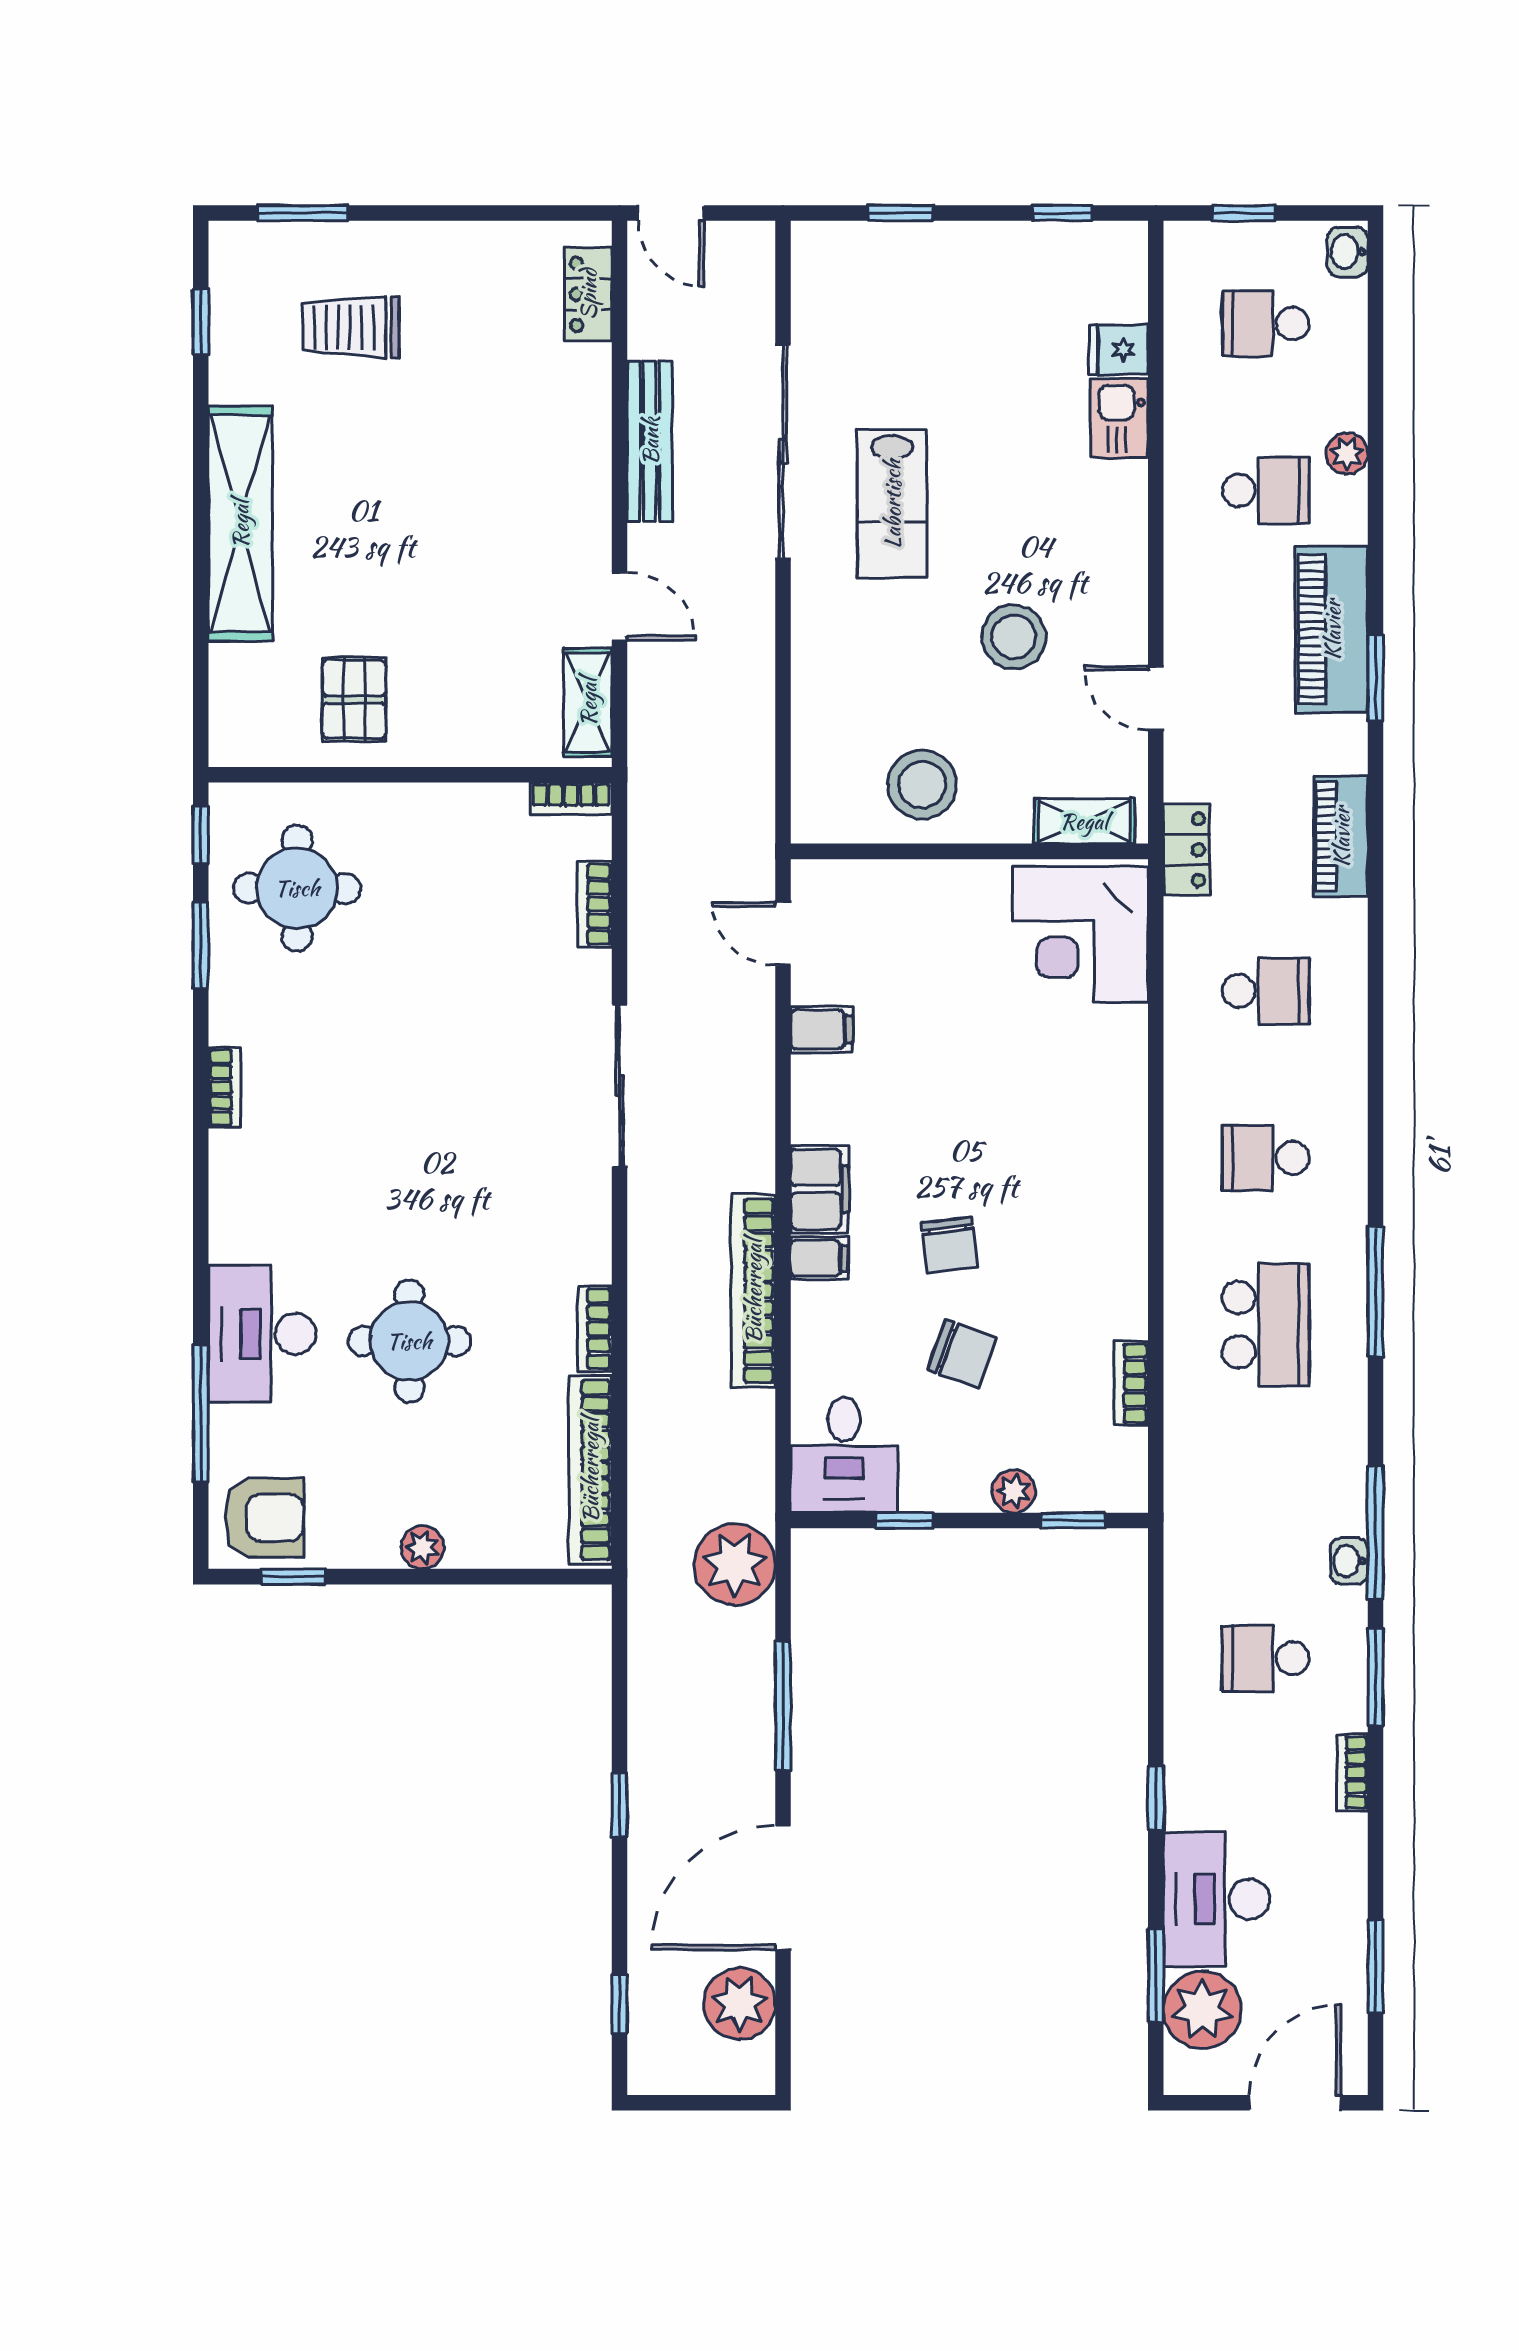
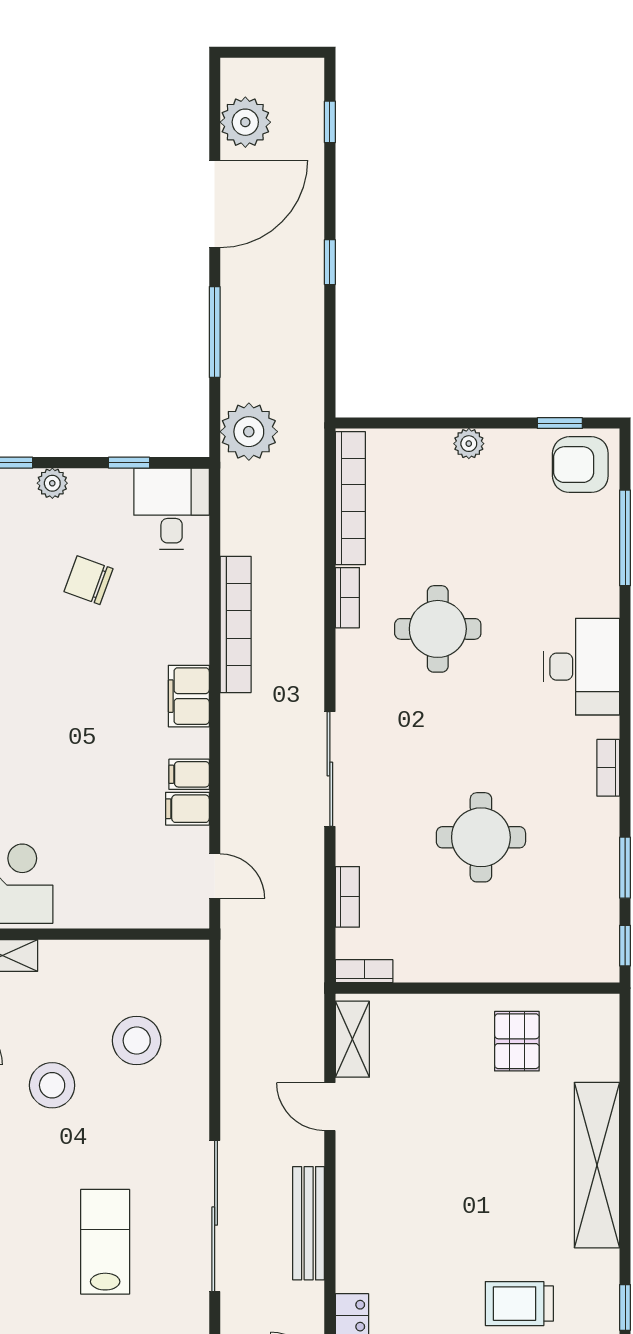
trolley: (351, 327) -> (519, 1304), turned 180
lab bench: (892, 504) -> (105, 1242), moved
stool: (922, 785) -> (137, 1041), moved
round table: (297, 888) -> (481, 837), moved
chair: (949, 1245) -> (98, 657), removed
filing cabinet: (819, 1258) -> (189, 774), moved
desk: (262, 1334) -> (582, 667), moved
round table: (409, 1341) -> (438, 629), moved

